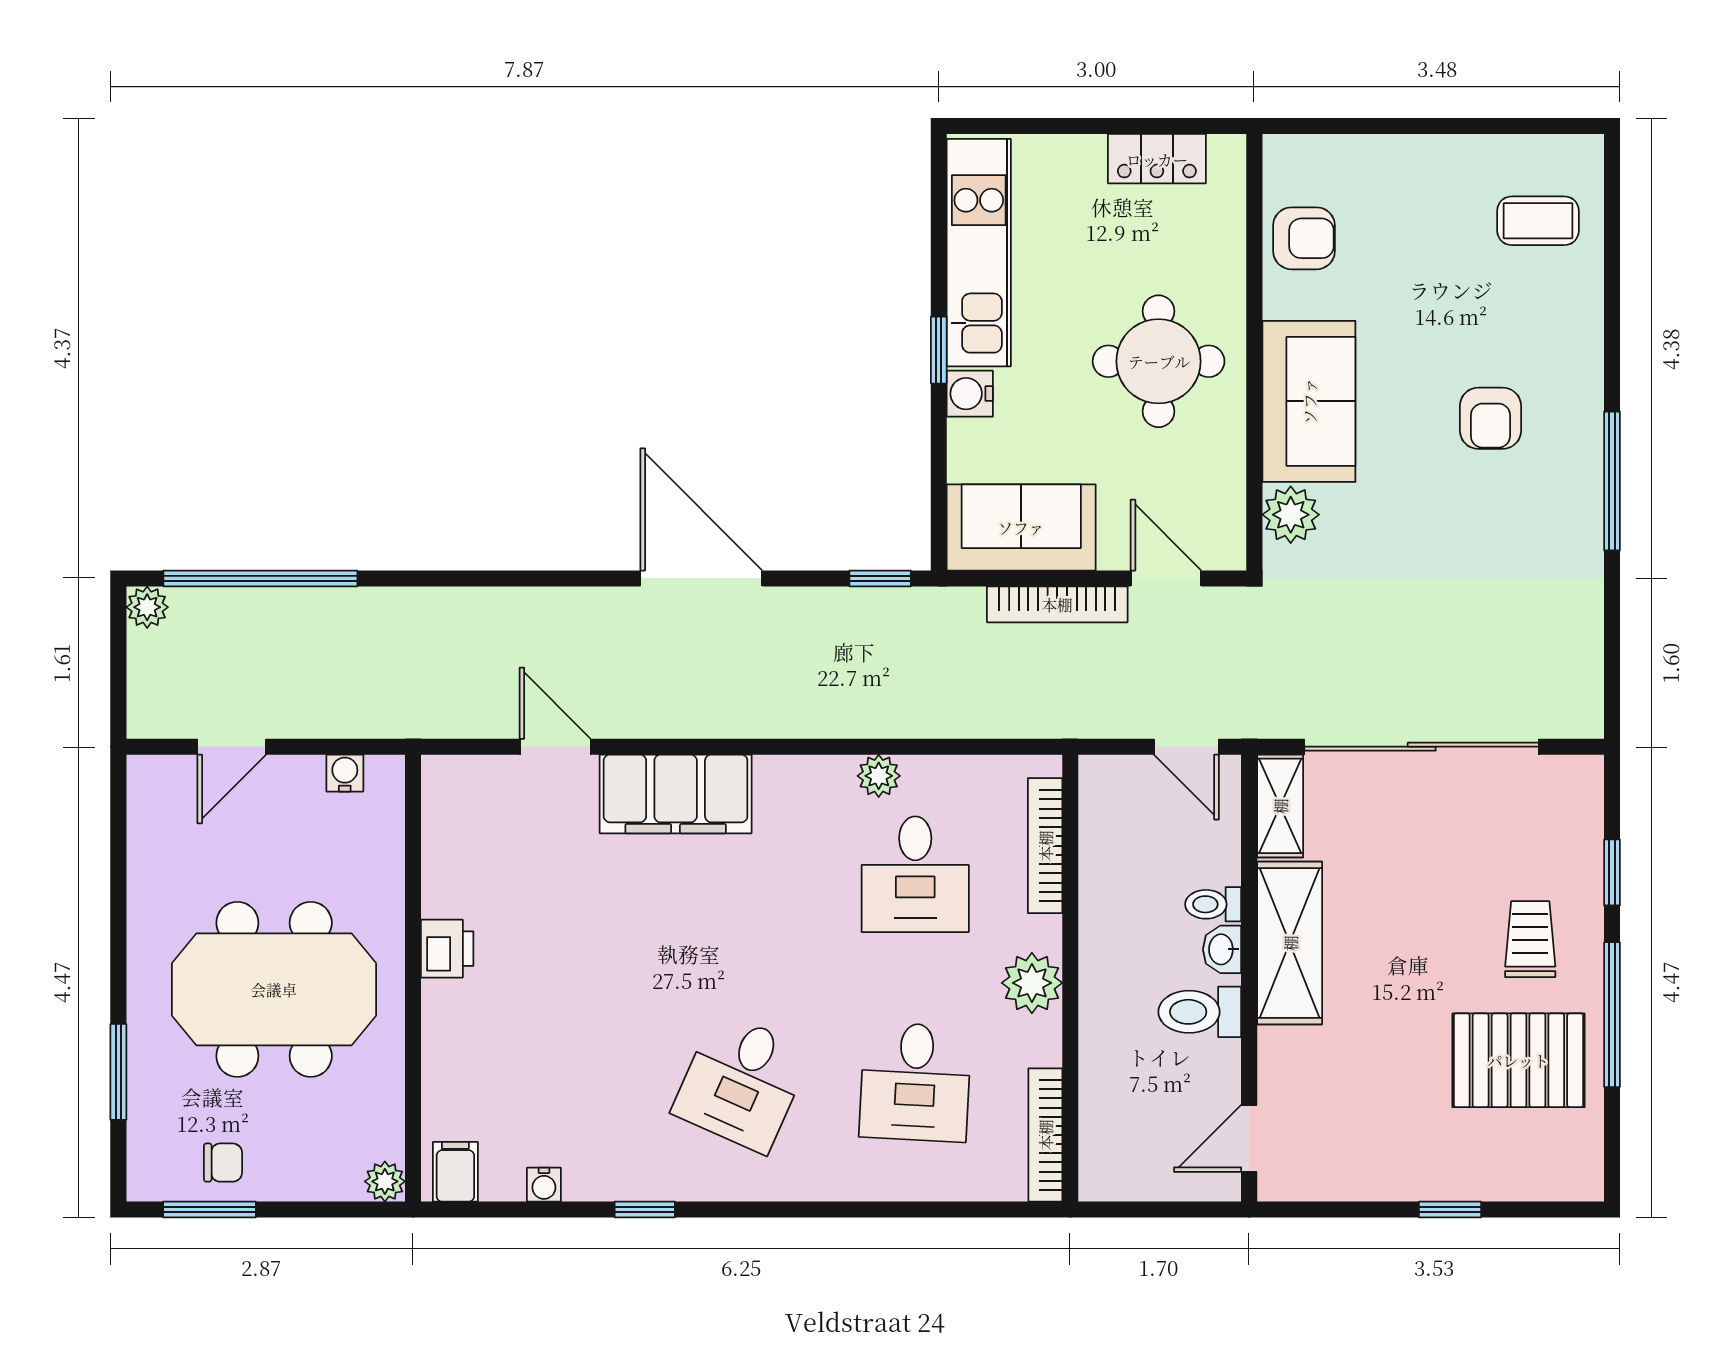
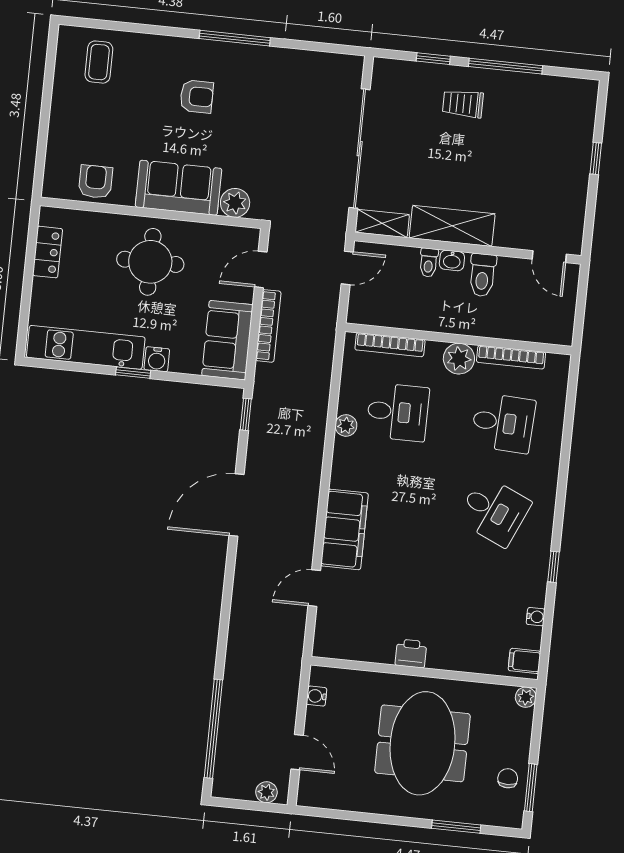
plant: (147, 607) -> (266, 792), moved
pallet: (1518, 1060) -> (524, 116), removed
bookcase: (1045, 1135) -> (511, 357), moved

